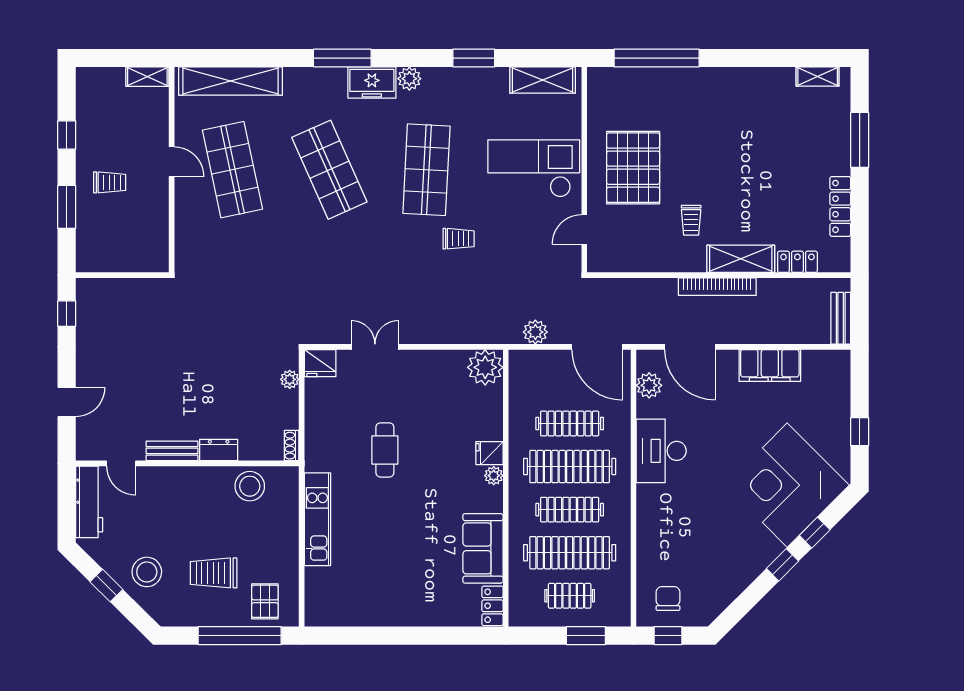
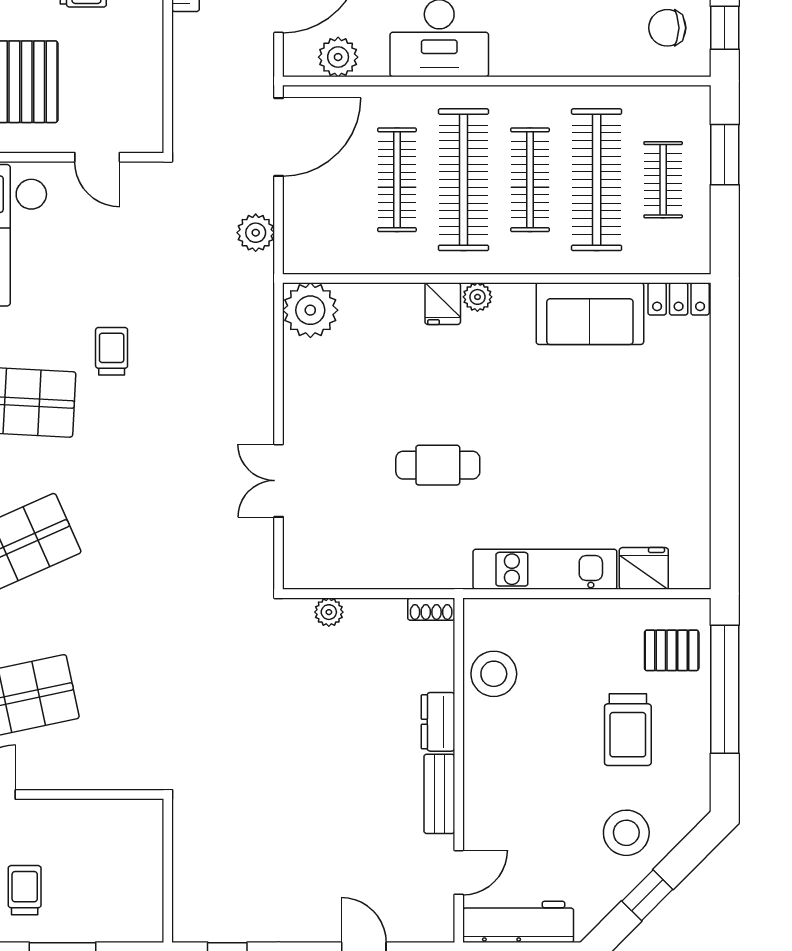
fridge: (320, 363) -> (644, 568), moved, turned -90

